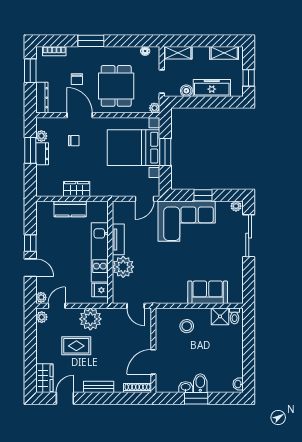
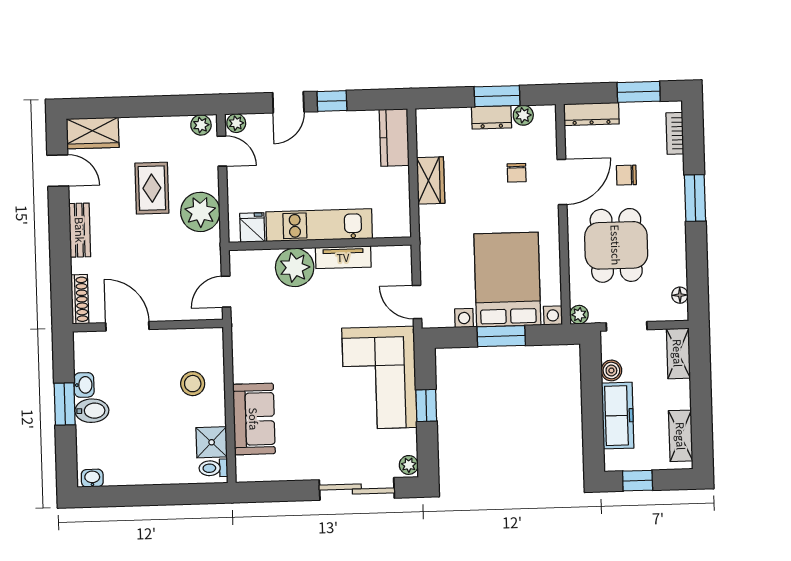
dining table: (116, 86) -> (616, 245), turned 90
kitchen counter: (70, 209) -> (394, 137), moved

